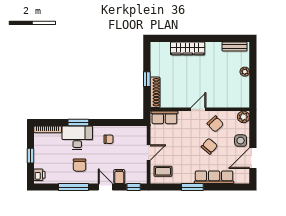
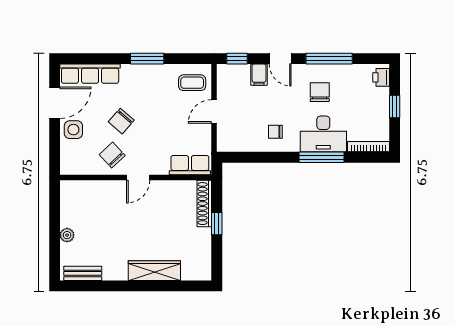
plant: (244, 117) -> (69, 166), removed
window: (78, 123) -> (322, 157), width x1.44
row of seats: (214, 177) -> (90, 74), moved

